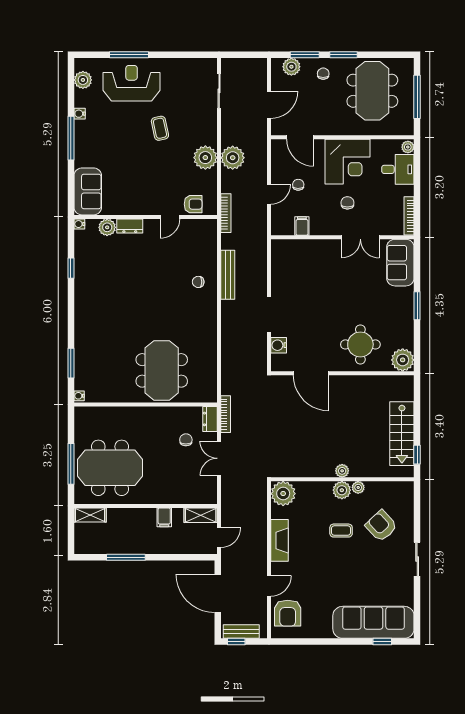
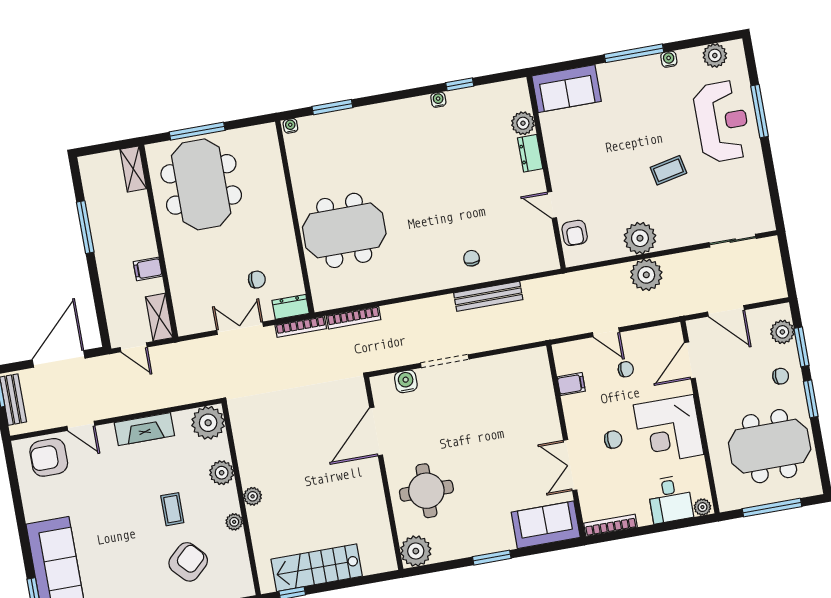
bookcase: (226, 213) -> (354, 318), moved
water cooler: (79, 224) -> (438, 100), moved
plant: (342, 490) -> (222, 473), moved

